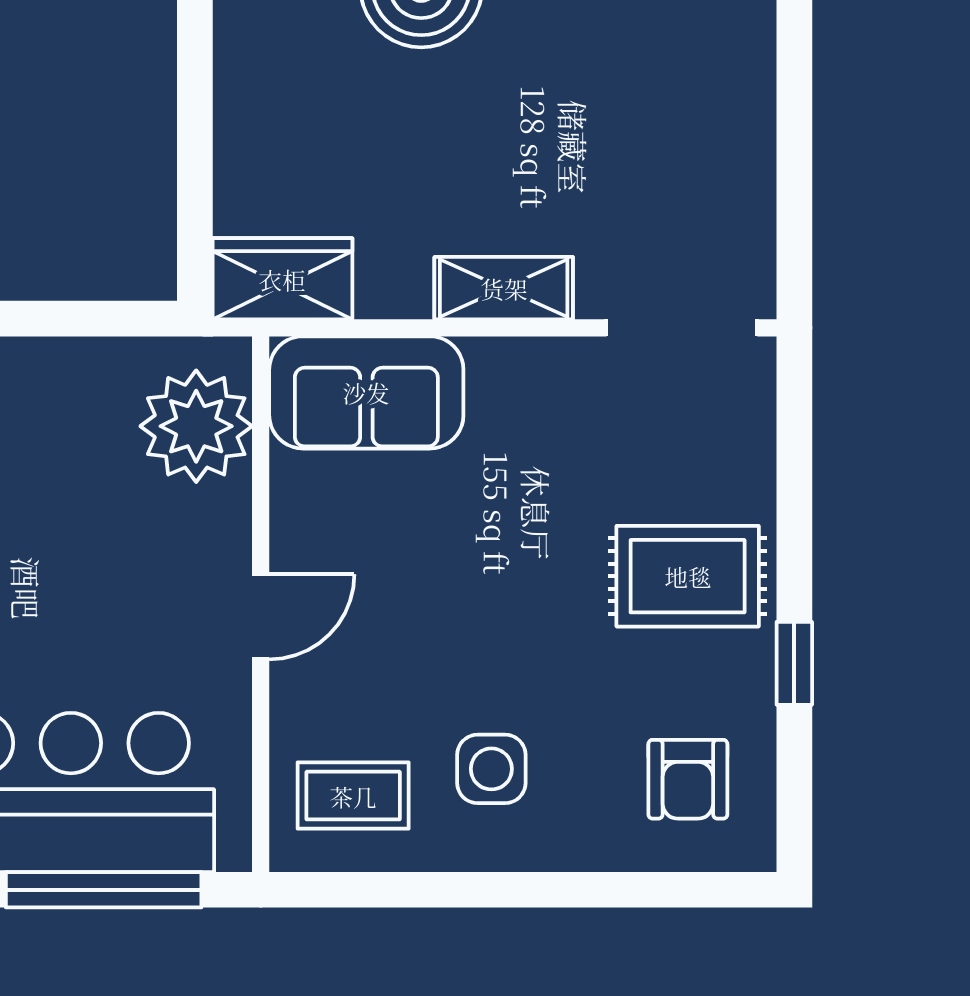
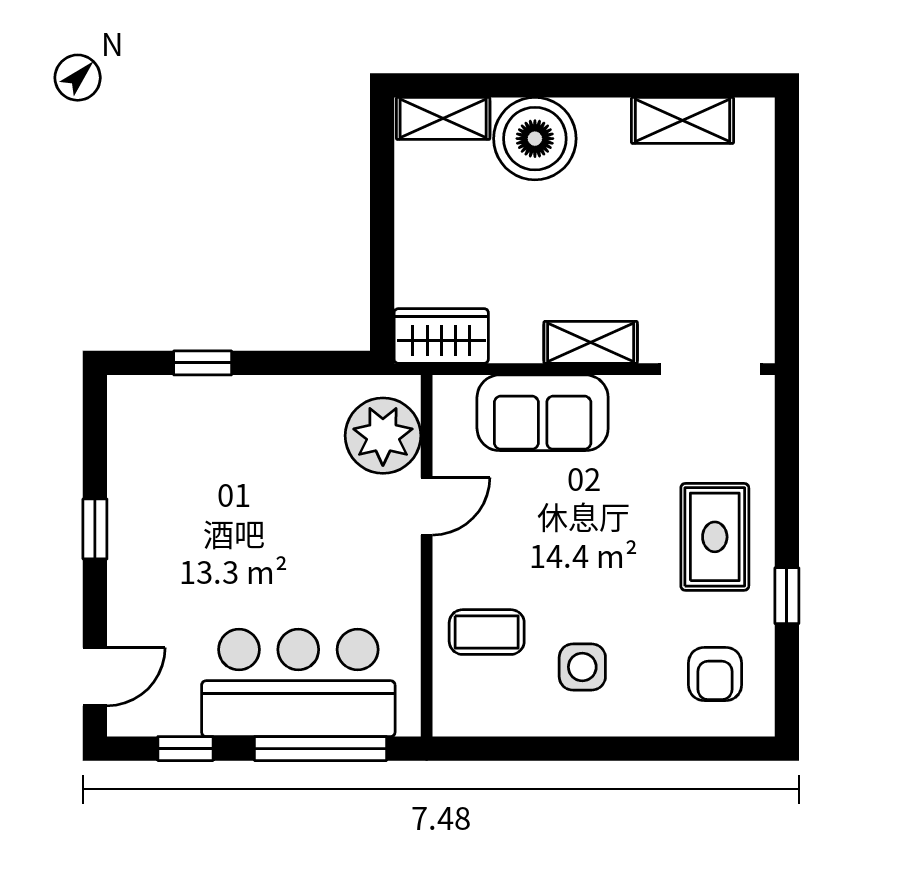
sofa: (366, 392) -> (543, 413), moved
rug: (688, 576) -> (715, 537), turned 90
door: (261, 617) -> (427, 506), moved
coffee table: (353, 796) -> (487, 632), moved

